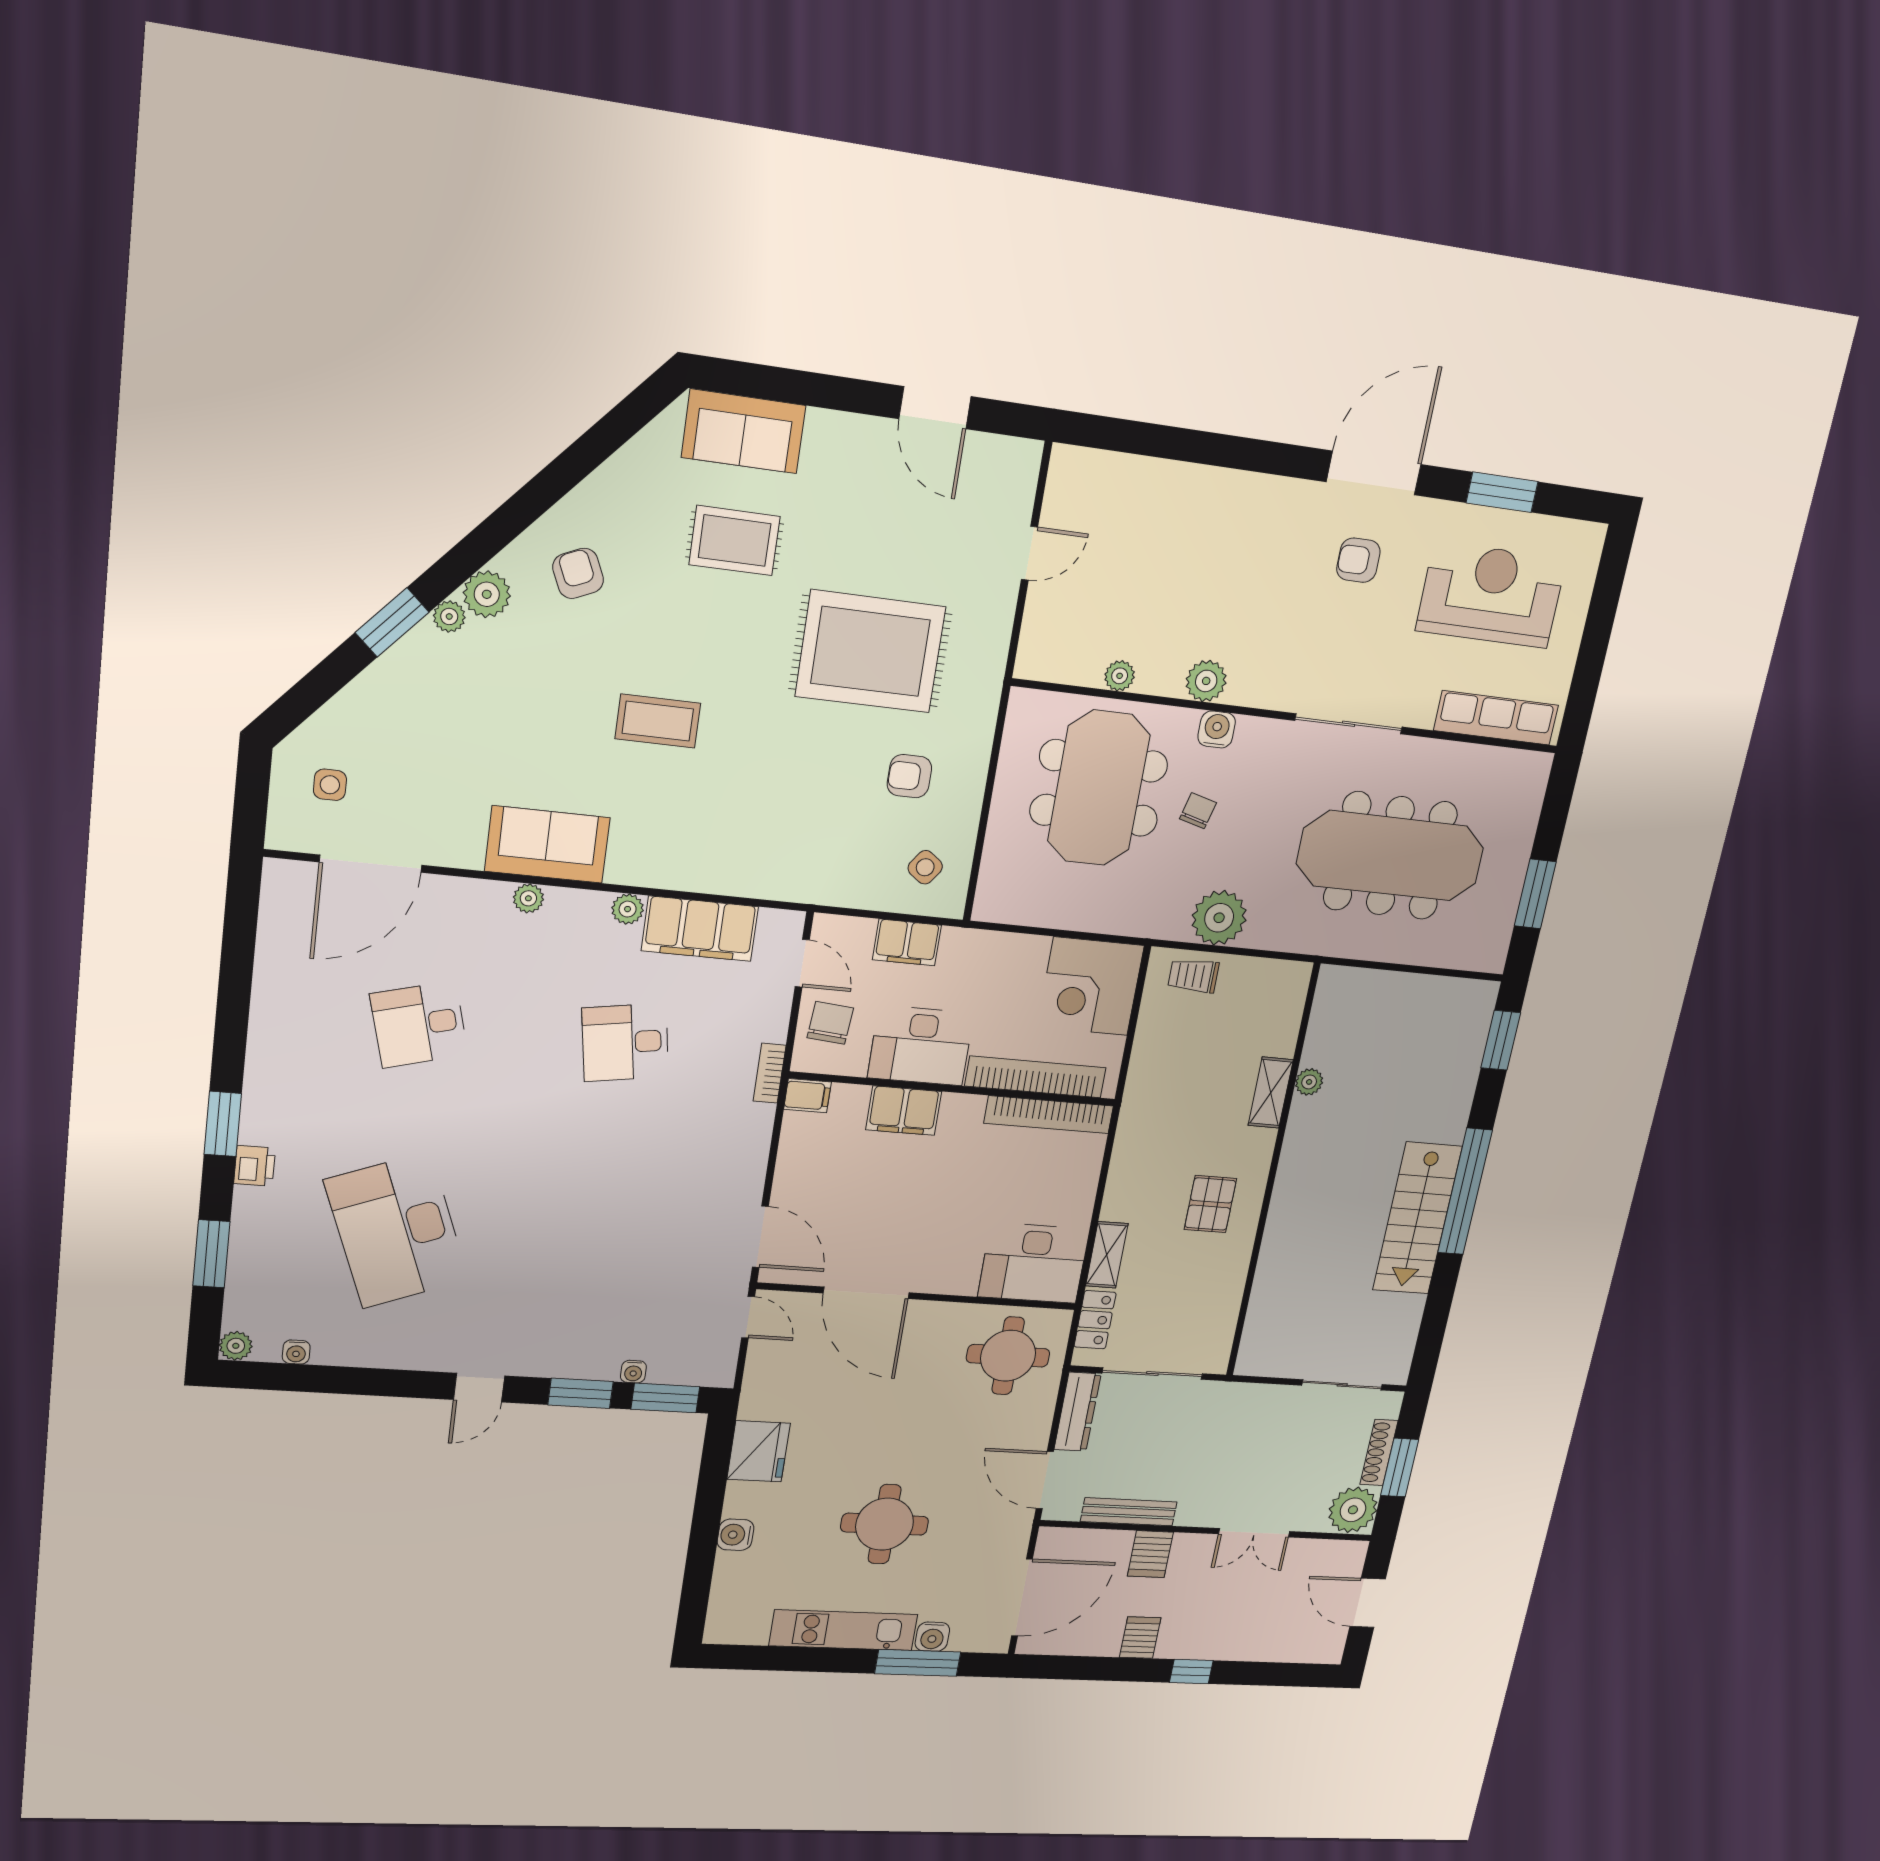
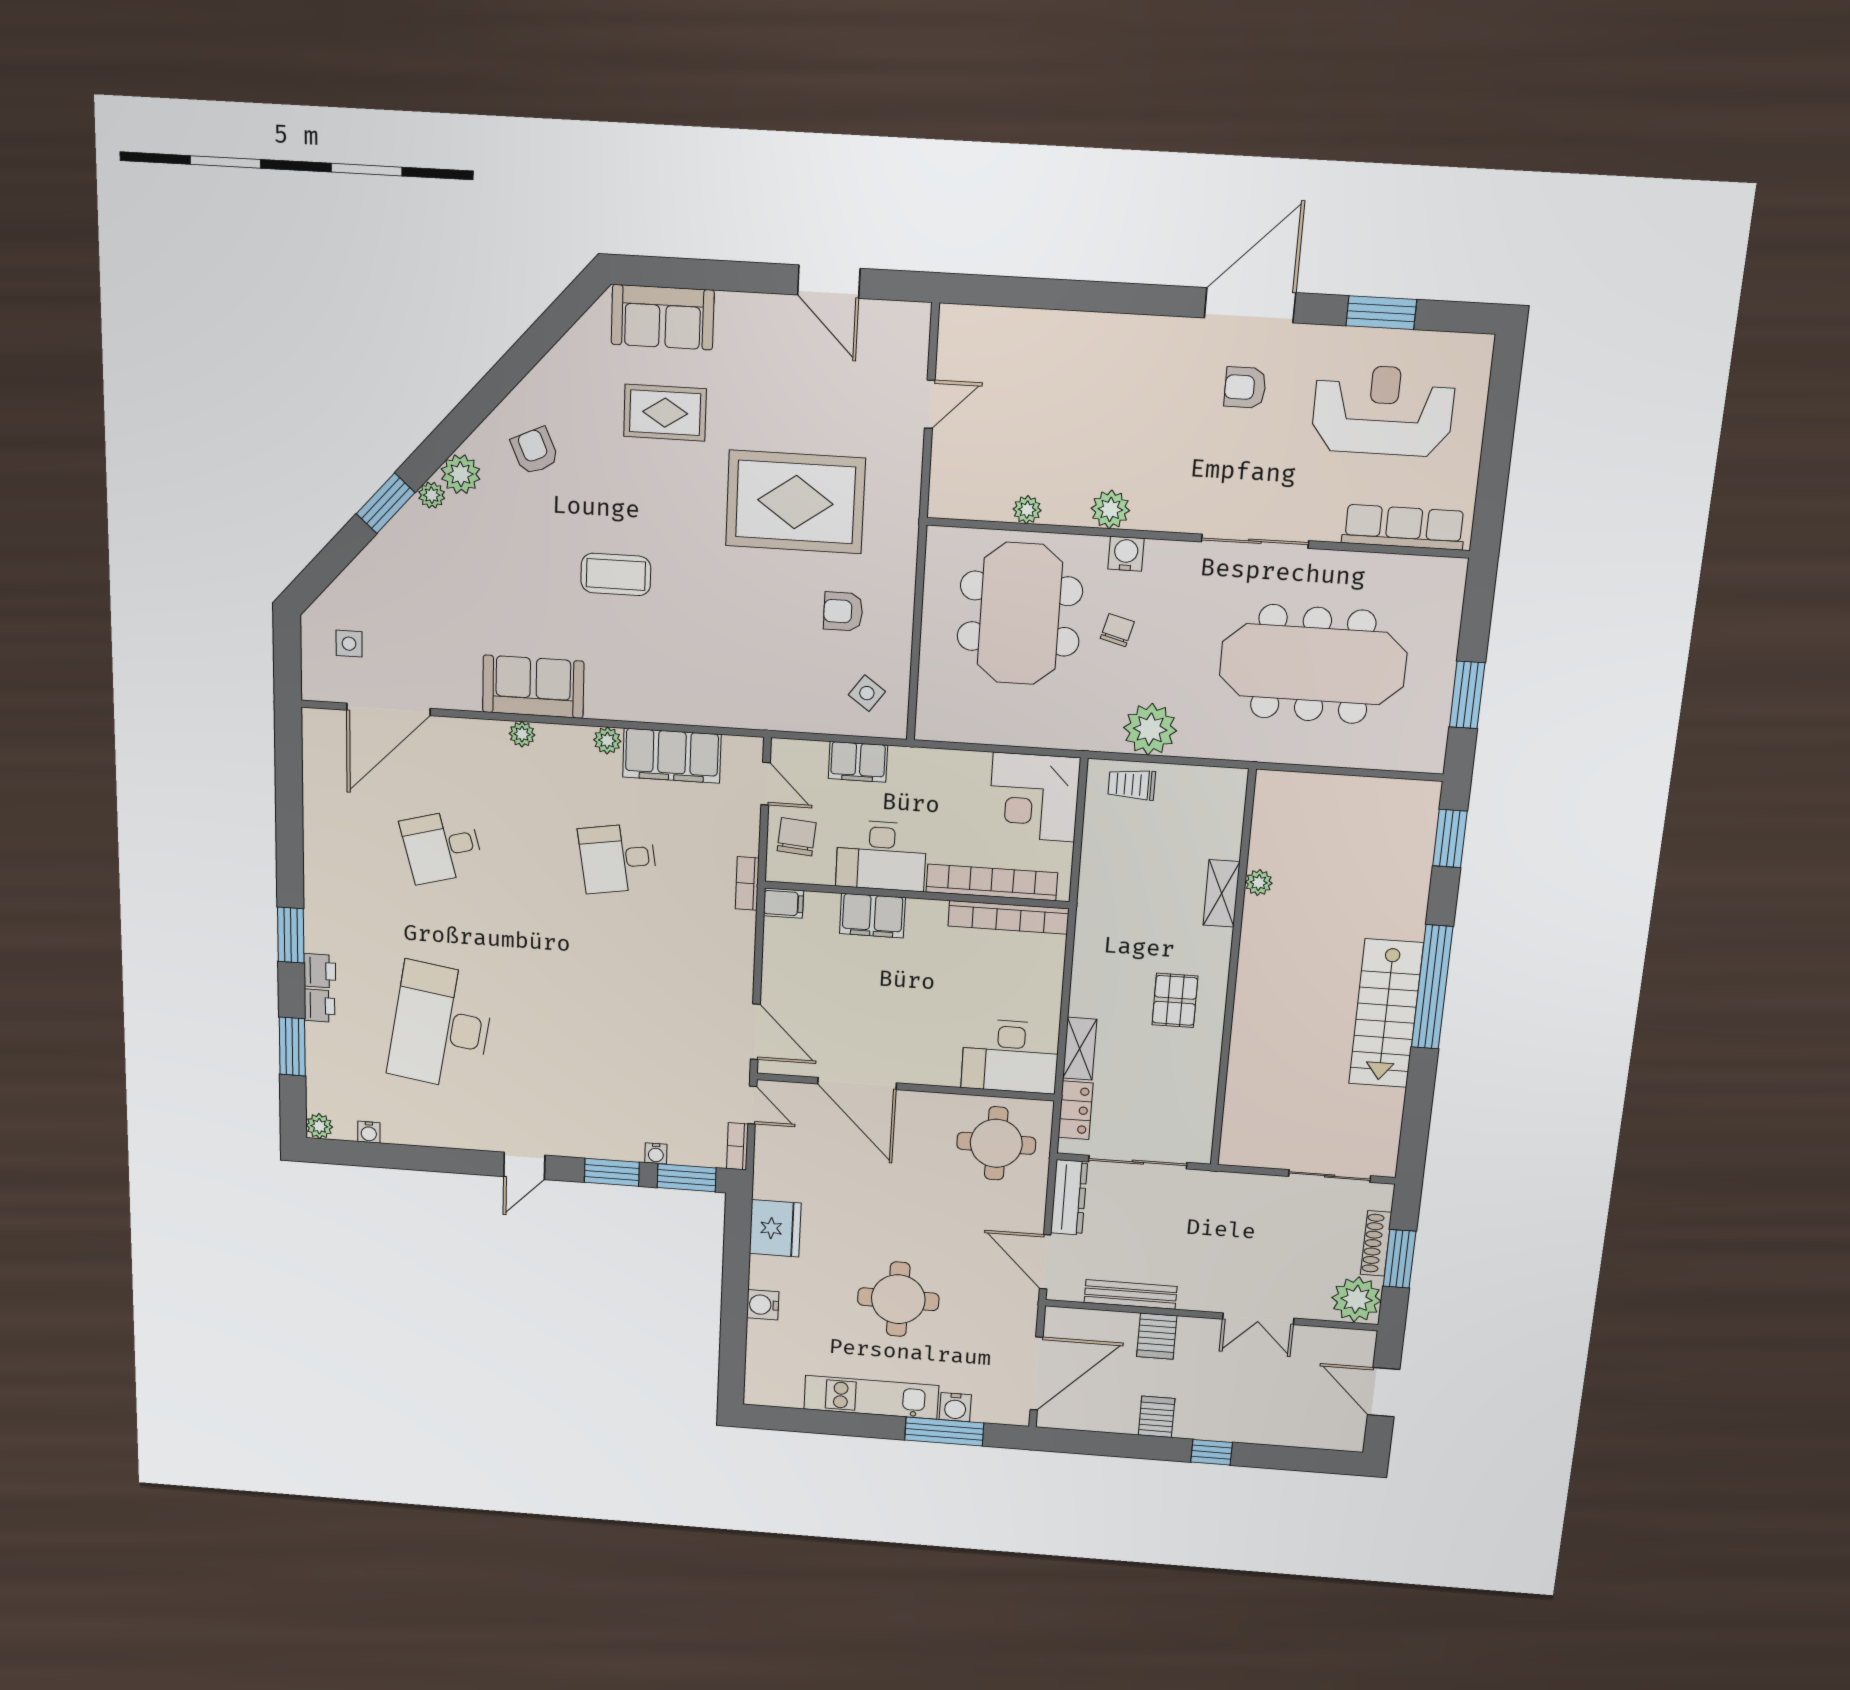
printer: (250, 1206) -> (320, 1006), added
desk: (397, 1230) -> (441, 1026), turned 30
bookcase: (726, 1363) -> (737, 1146), added

